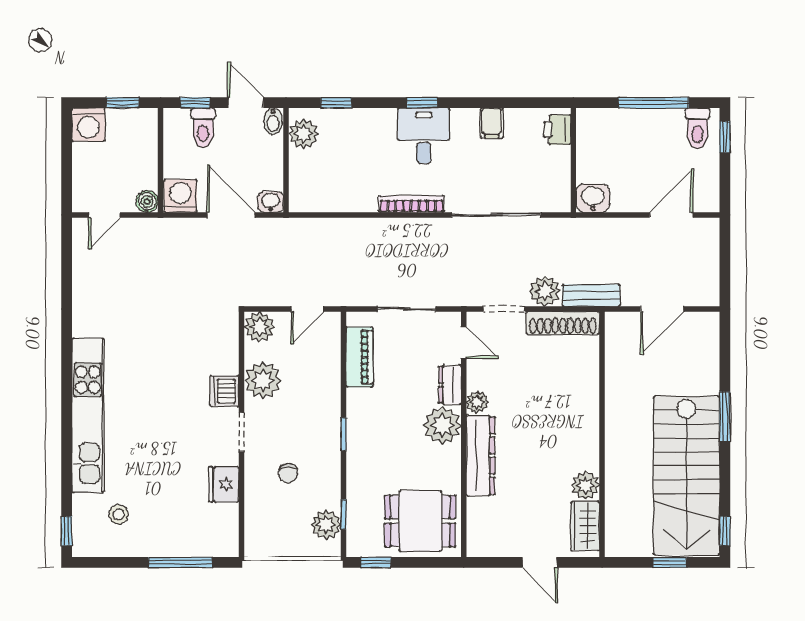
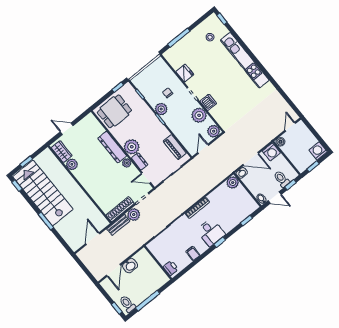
plant: (303, 134) -> (233, 183), moved
washbasin: (593, 198) -> (130, 266), moved
plant: (326, 525) -> (161, 109), moved

